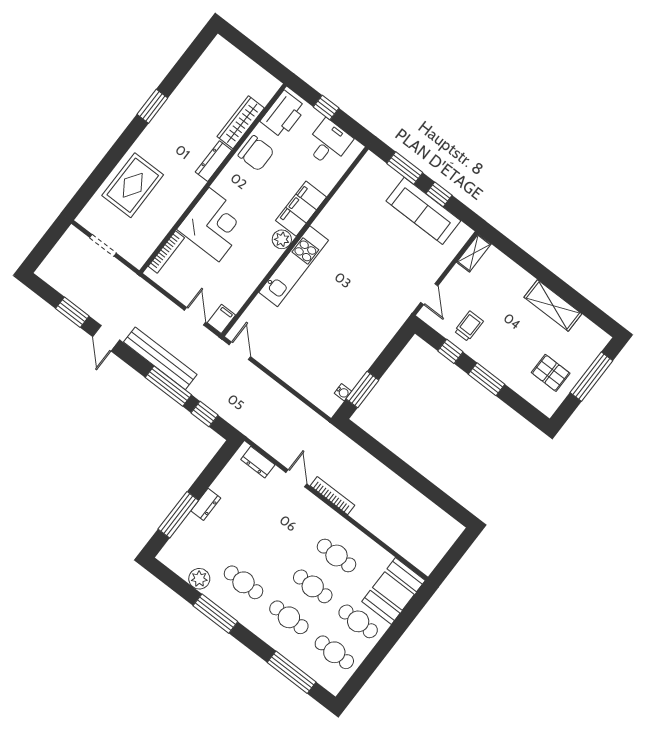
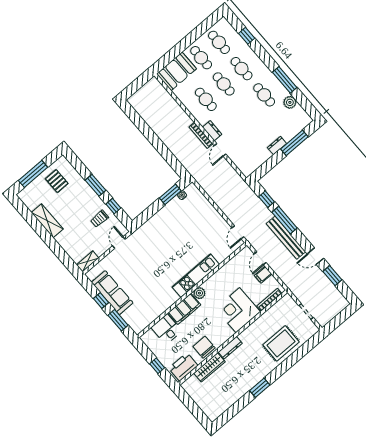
desk: (328, 143) -> (166, 329), moved, turned 90
filing cabinet: (221, 319) -> (263, 275), moved
door: (106, 338) -> (315, 256), swing flipped
dresser: (258, 462) -> (212, 131), moved
window: (292, 672) -> (247, 36), width x0.46

